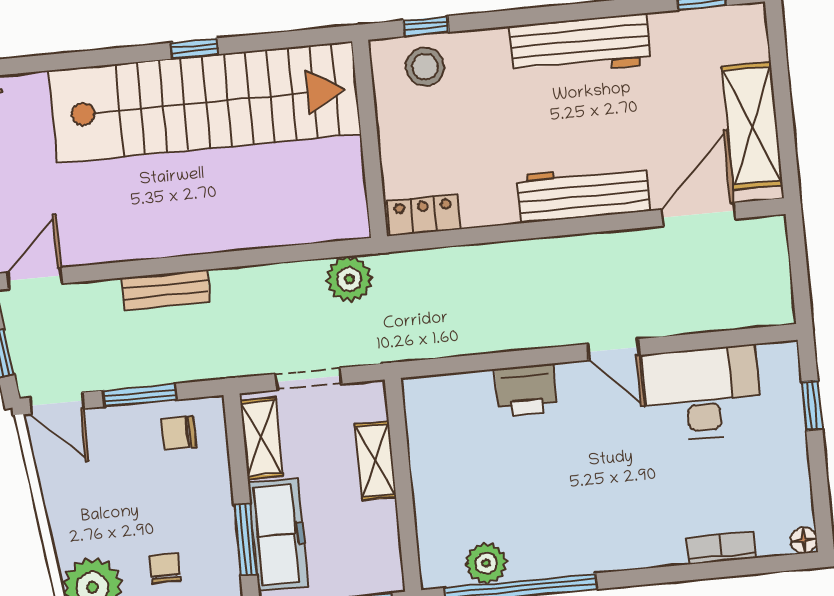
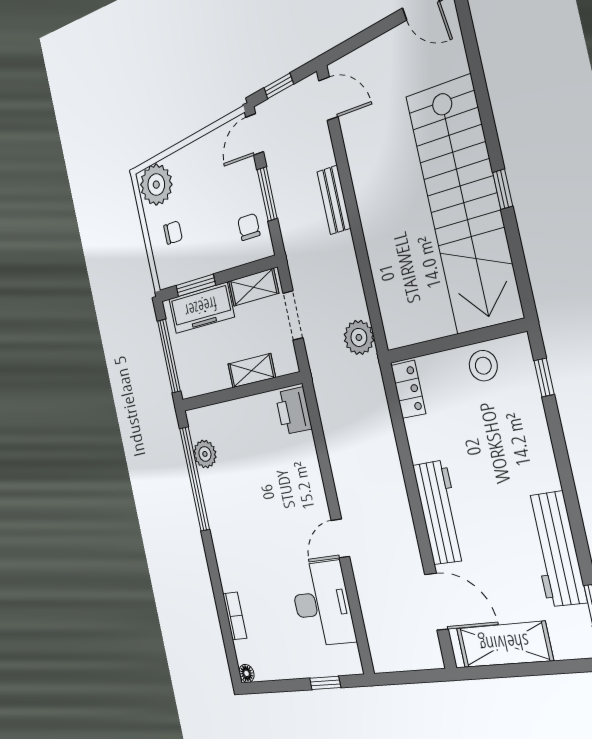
workbench: (580, 45) -> (556, 549), moved
stool: (425, 67) -> (483, 366), moved
printer: (526, 390) -> (293, 411), moved

